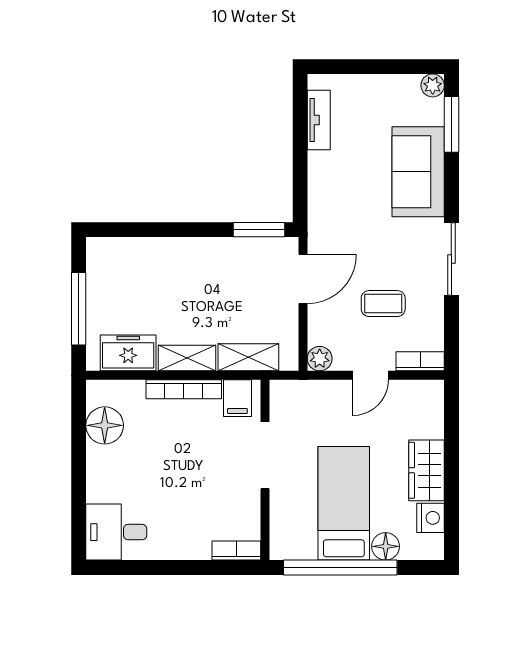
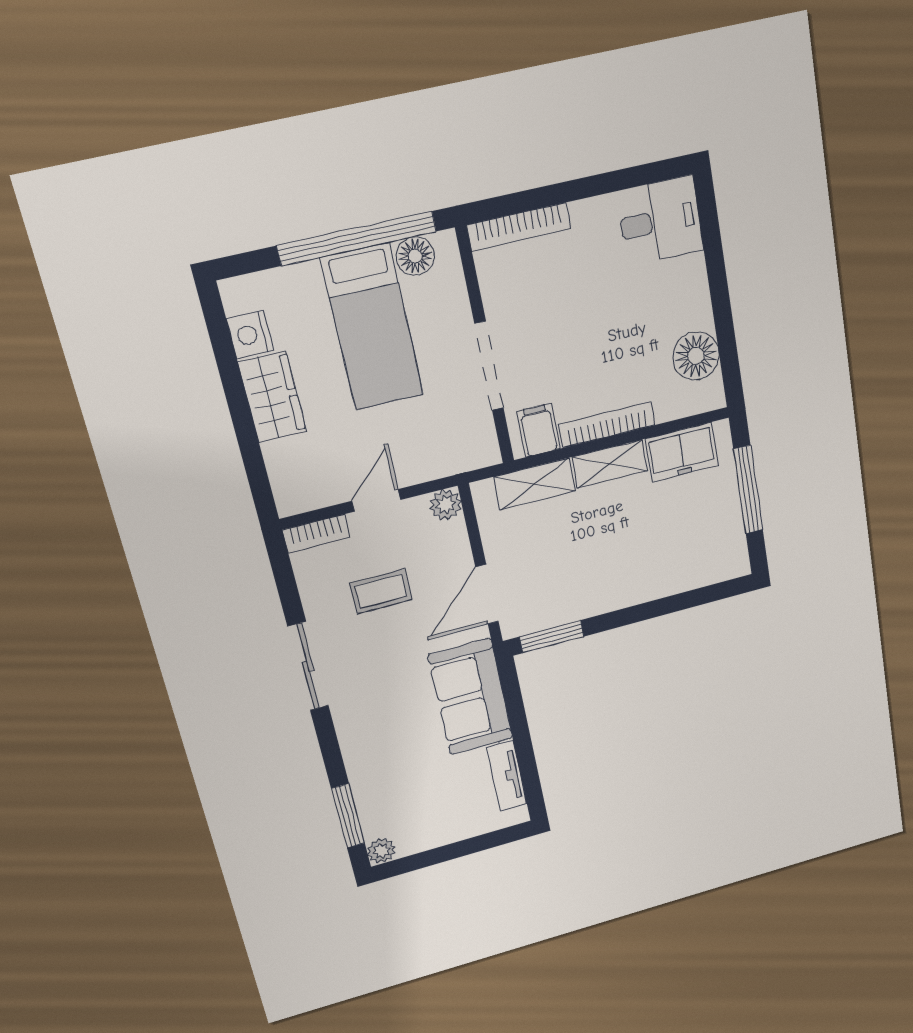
sofa: (418, 172) -> (471, 697), moved, turned 180
floor lamp: (386, 546) -> (415, 256), moved
bookcase: (236, 551) -> (519, 227), width x1.56

